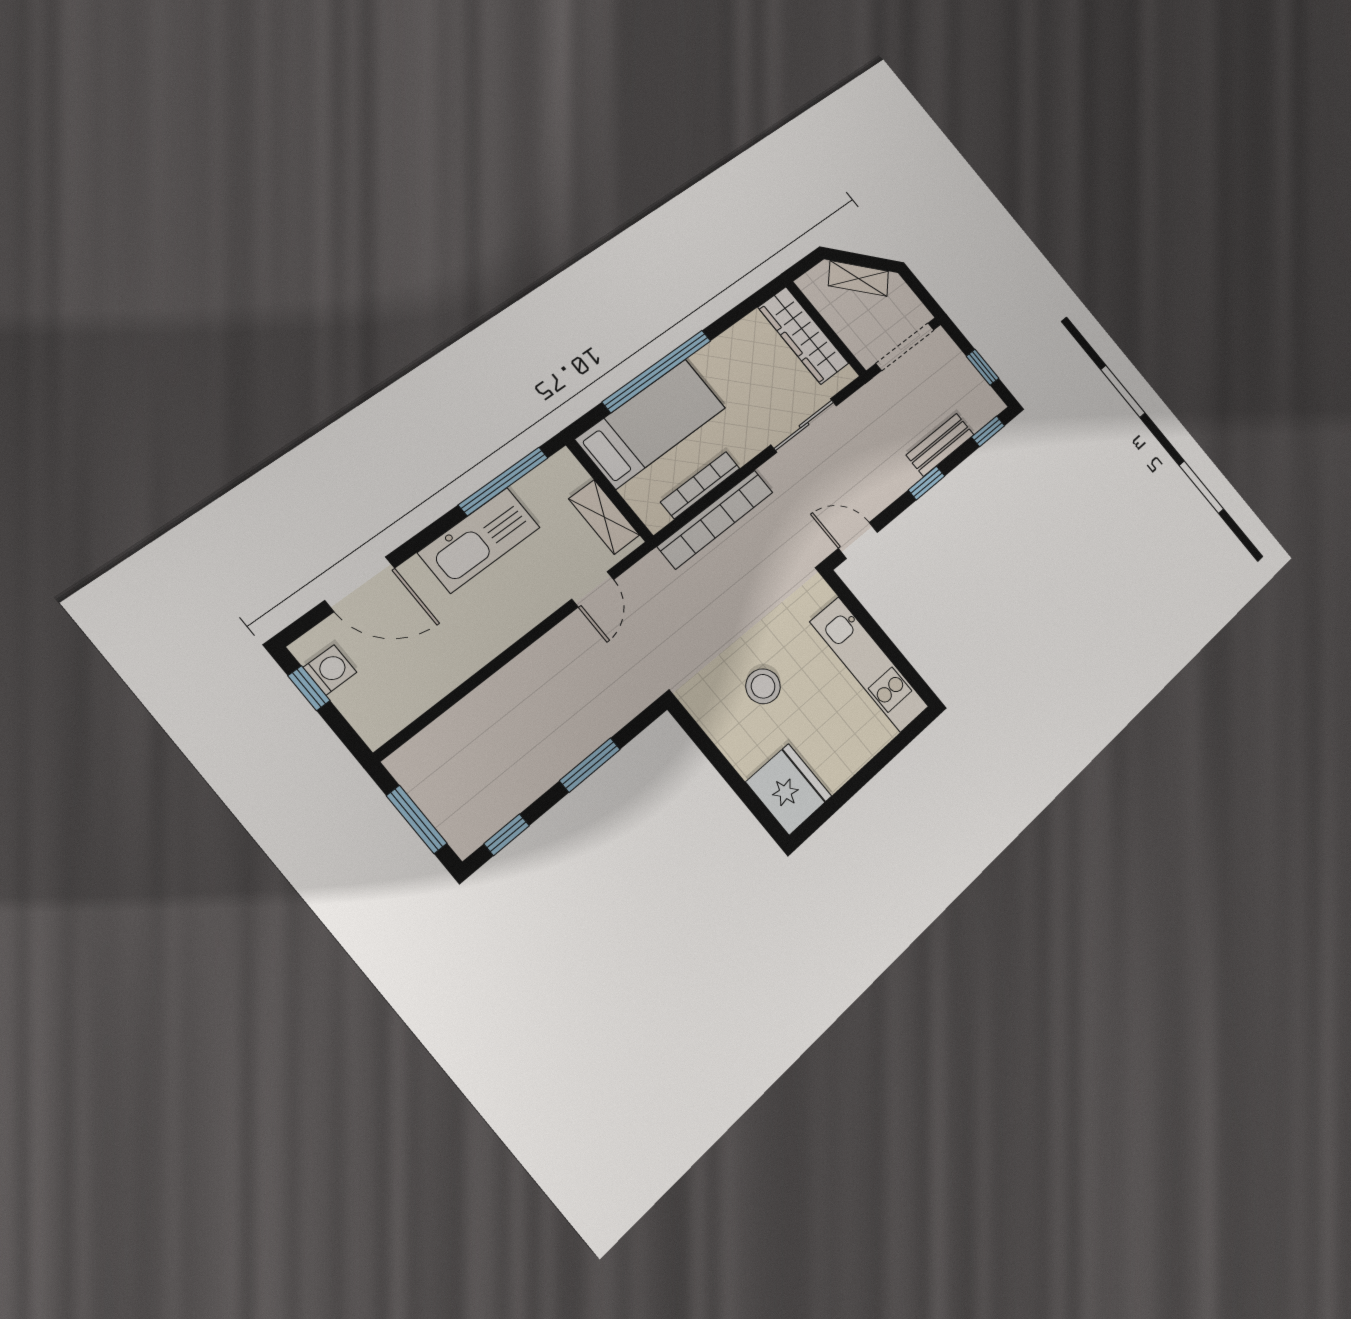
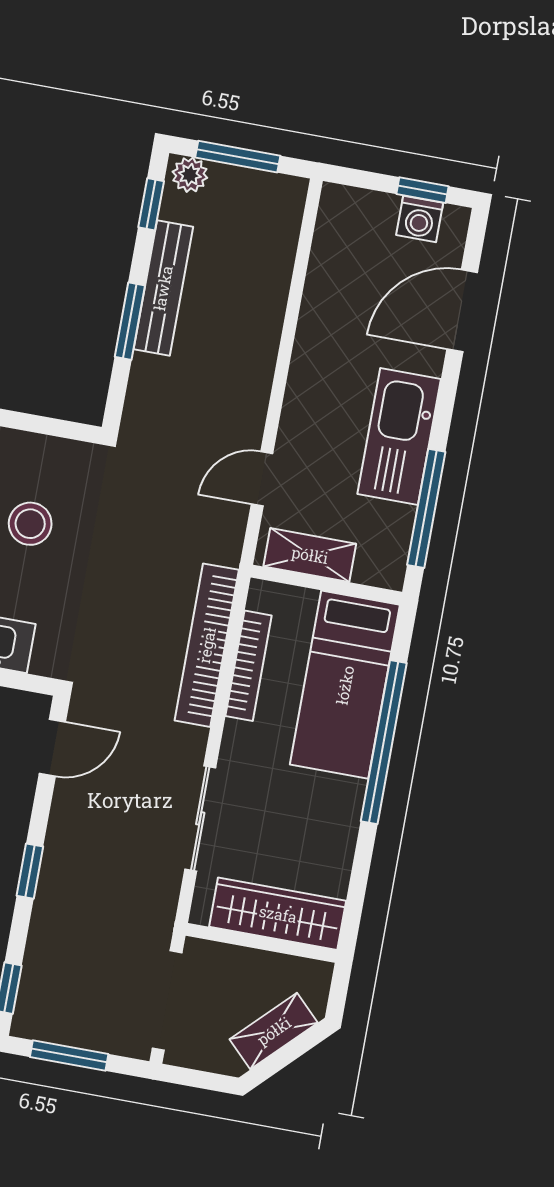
window: (983, 367) -> (69, 1055), width x1.50
bench: (940, 445) -> (163, 288), moved, width x1.36
door: (593, 589) -> (262, 479), hinge flipped
plant: (462, 834) -> (190, 175), added

